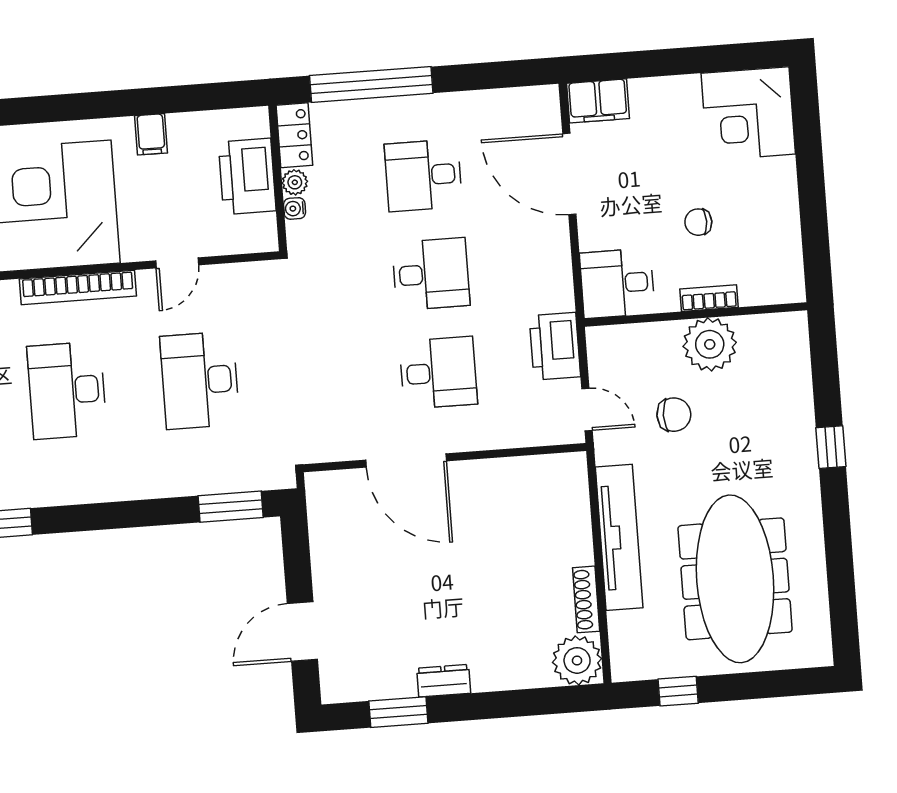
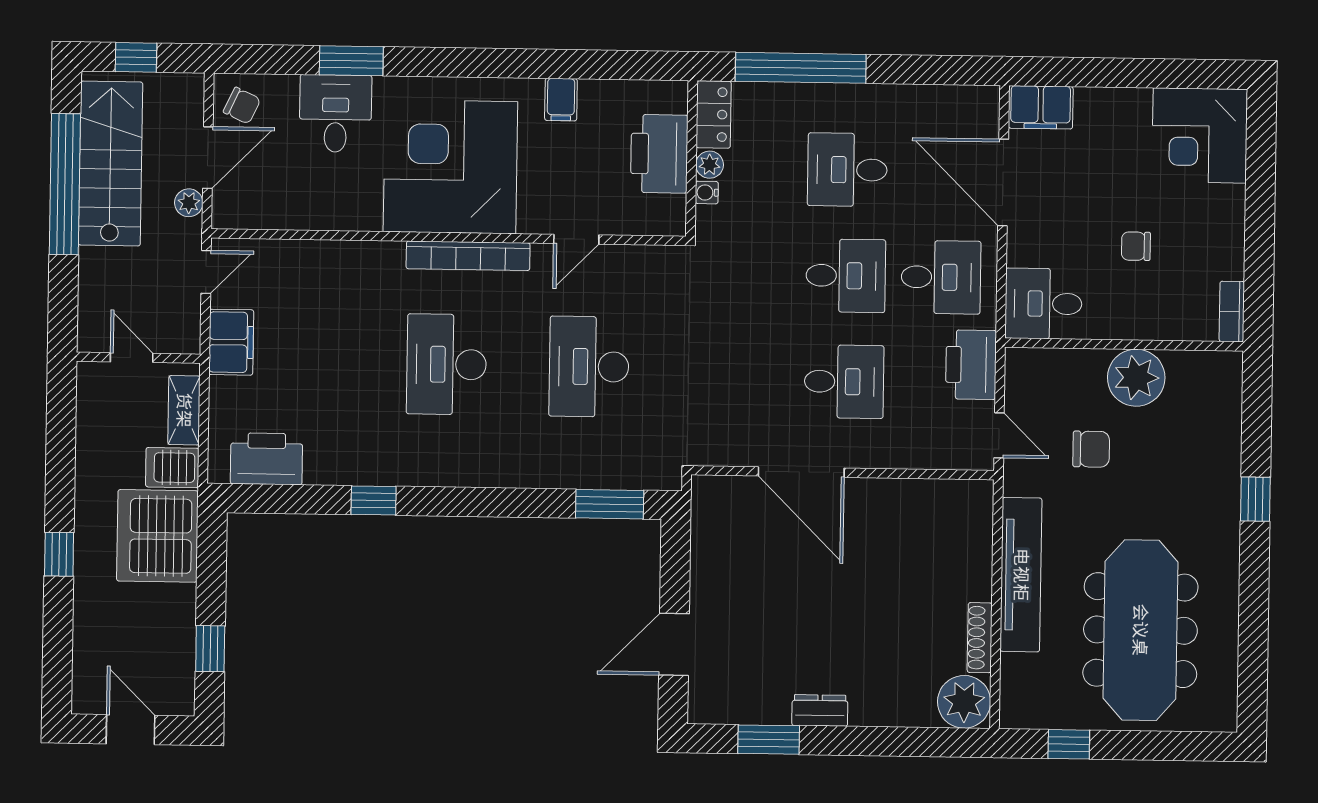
desk: (520, 267) -> (941, 277), added
bookcase: (709, 298) -> (1232, 312), moved, turned -90

